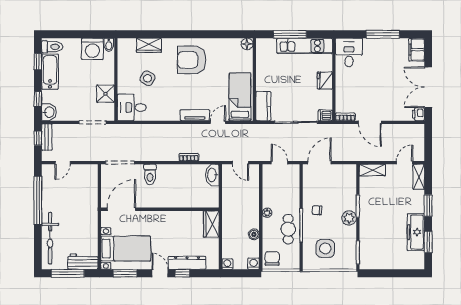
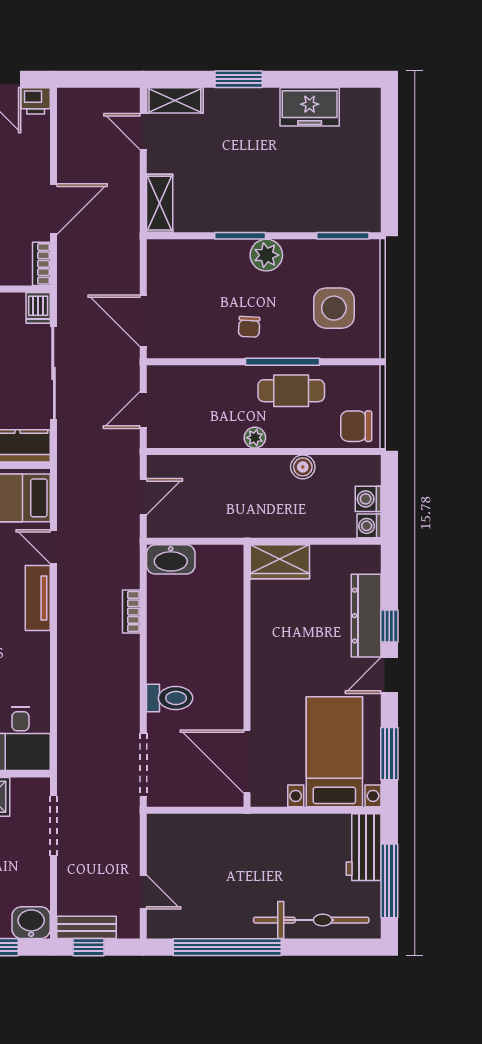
freezer: (416, 232) -> (310, 107), width x0.71
window: (428, 242) -> (320, 79), removed
washing machine: (254, 264) -> (368, 499), moved

